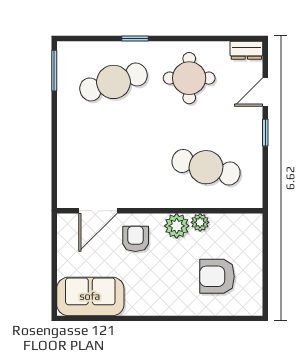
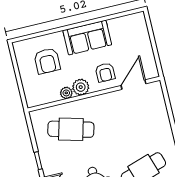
armchair: (217, 276) -> (47, 61), turned 90
sofa: (90, 296) -> (87, 38), moved

